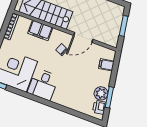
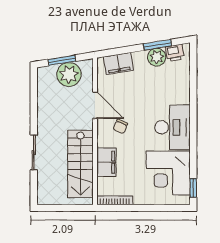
plant: (112, 27) -> (69, 74), added
filing cabinet: (106, 65) -> (118, 64), width x2.00
desk: (43, 85) -> (173, 127), width x1.37

